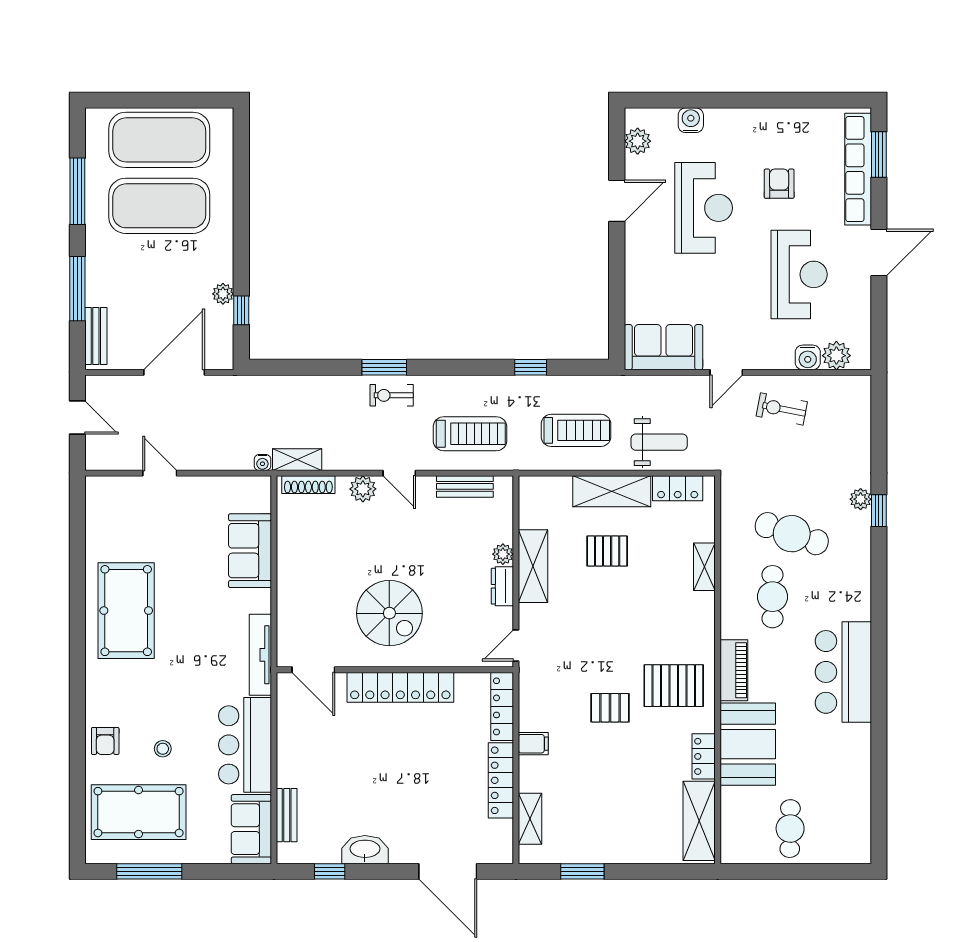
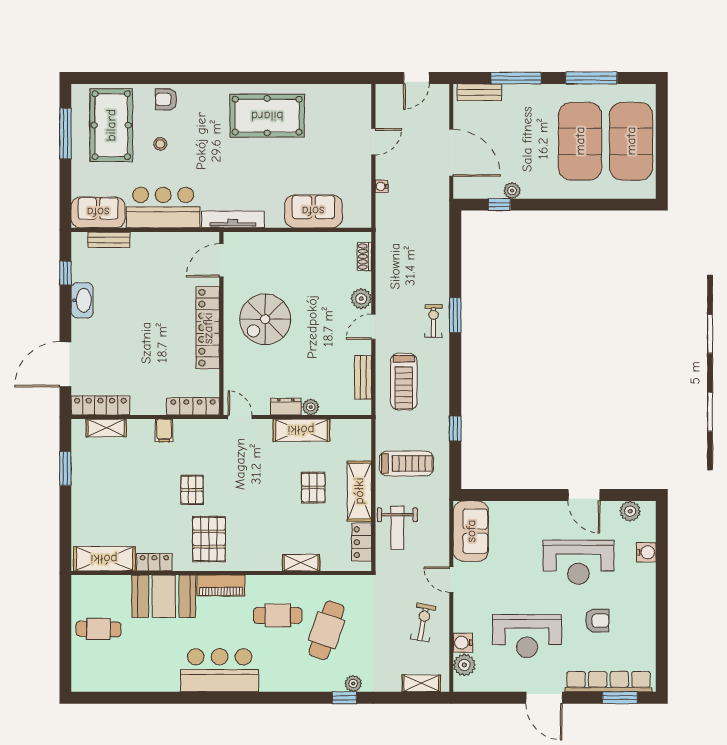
treadmill: (576, 430) -> (406, 464), turned -90
shelving: (297, 460) -> (421, 683), moved, turned 90
water cooler: (262, 462) -> (382, 186), moved
shoe rack: (308, 485) -> (364, 257), width x0.70
locker: (501, 780) -> (100, 405), moved

